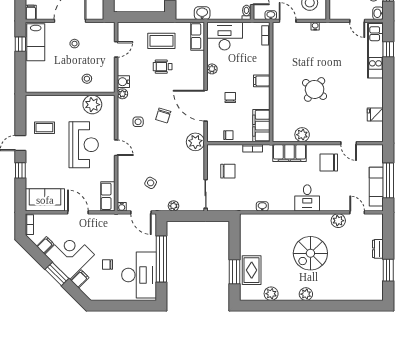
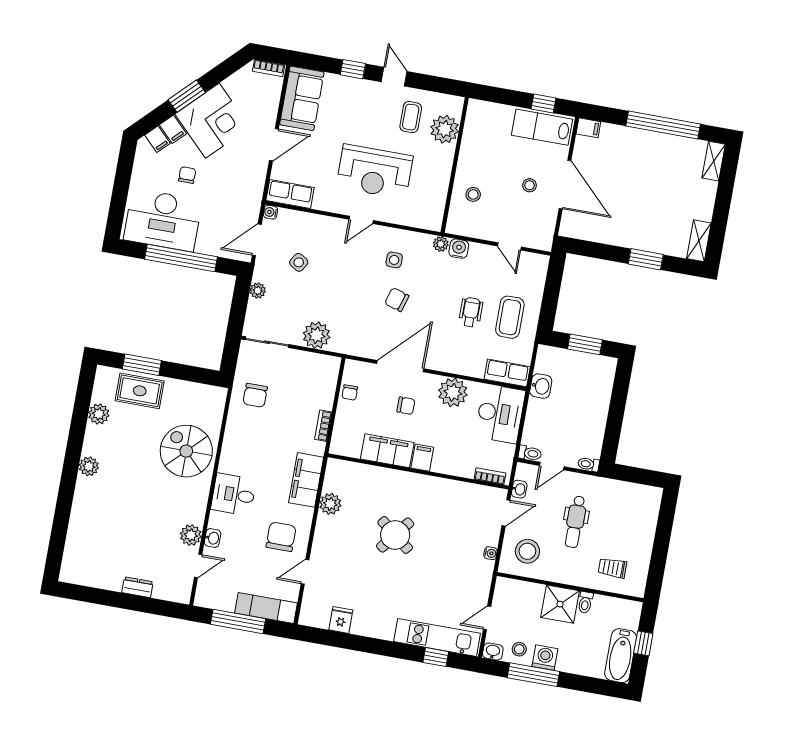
plant: (212, 69) -> (453, 392), width x1.88, depth x1.88
plant: (92, 105) -> (445, 129), moved
filing cabinet: (261, 126) -> (387, 451), moved
plant: (195, 142) -> (317, 335), moved
chair: (228, 171) -> (255, 395), moved
exam couch: (376, 187) -> (266, 608), moved
washbasin: (262, 206) -> (213, 538), moved
filing cabinet: (45, 245) -> (157, 139), moved
spiral stairs: (310, 253) -> (186, 451), moved
window: (388, 270) -> (103, 597), removed

